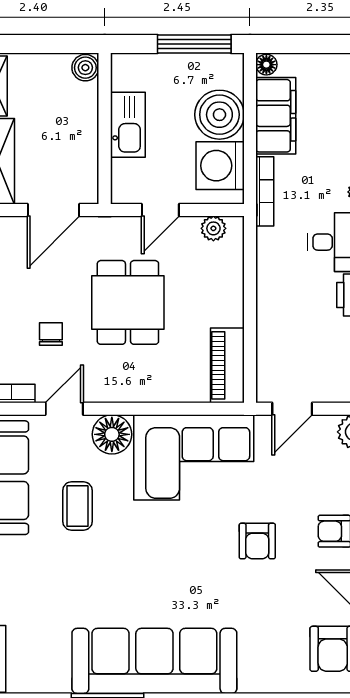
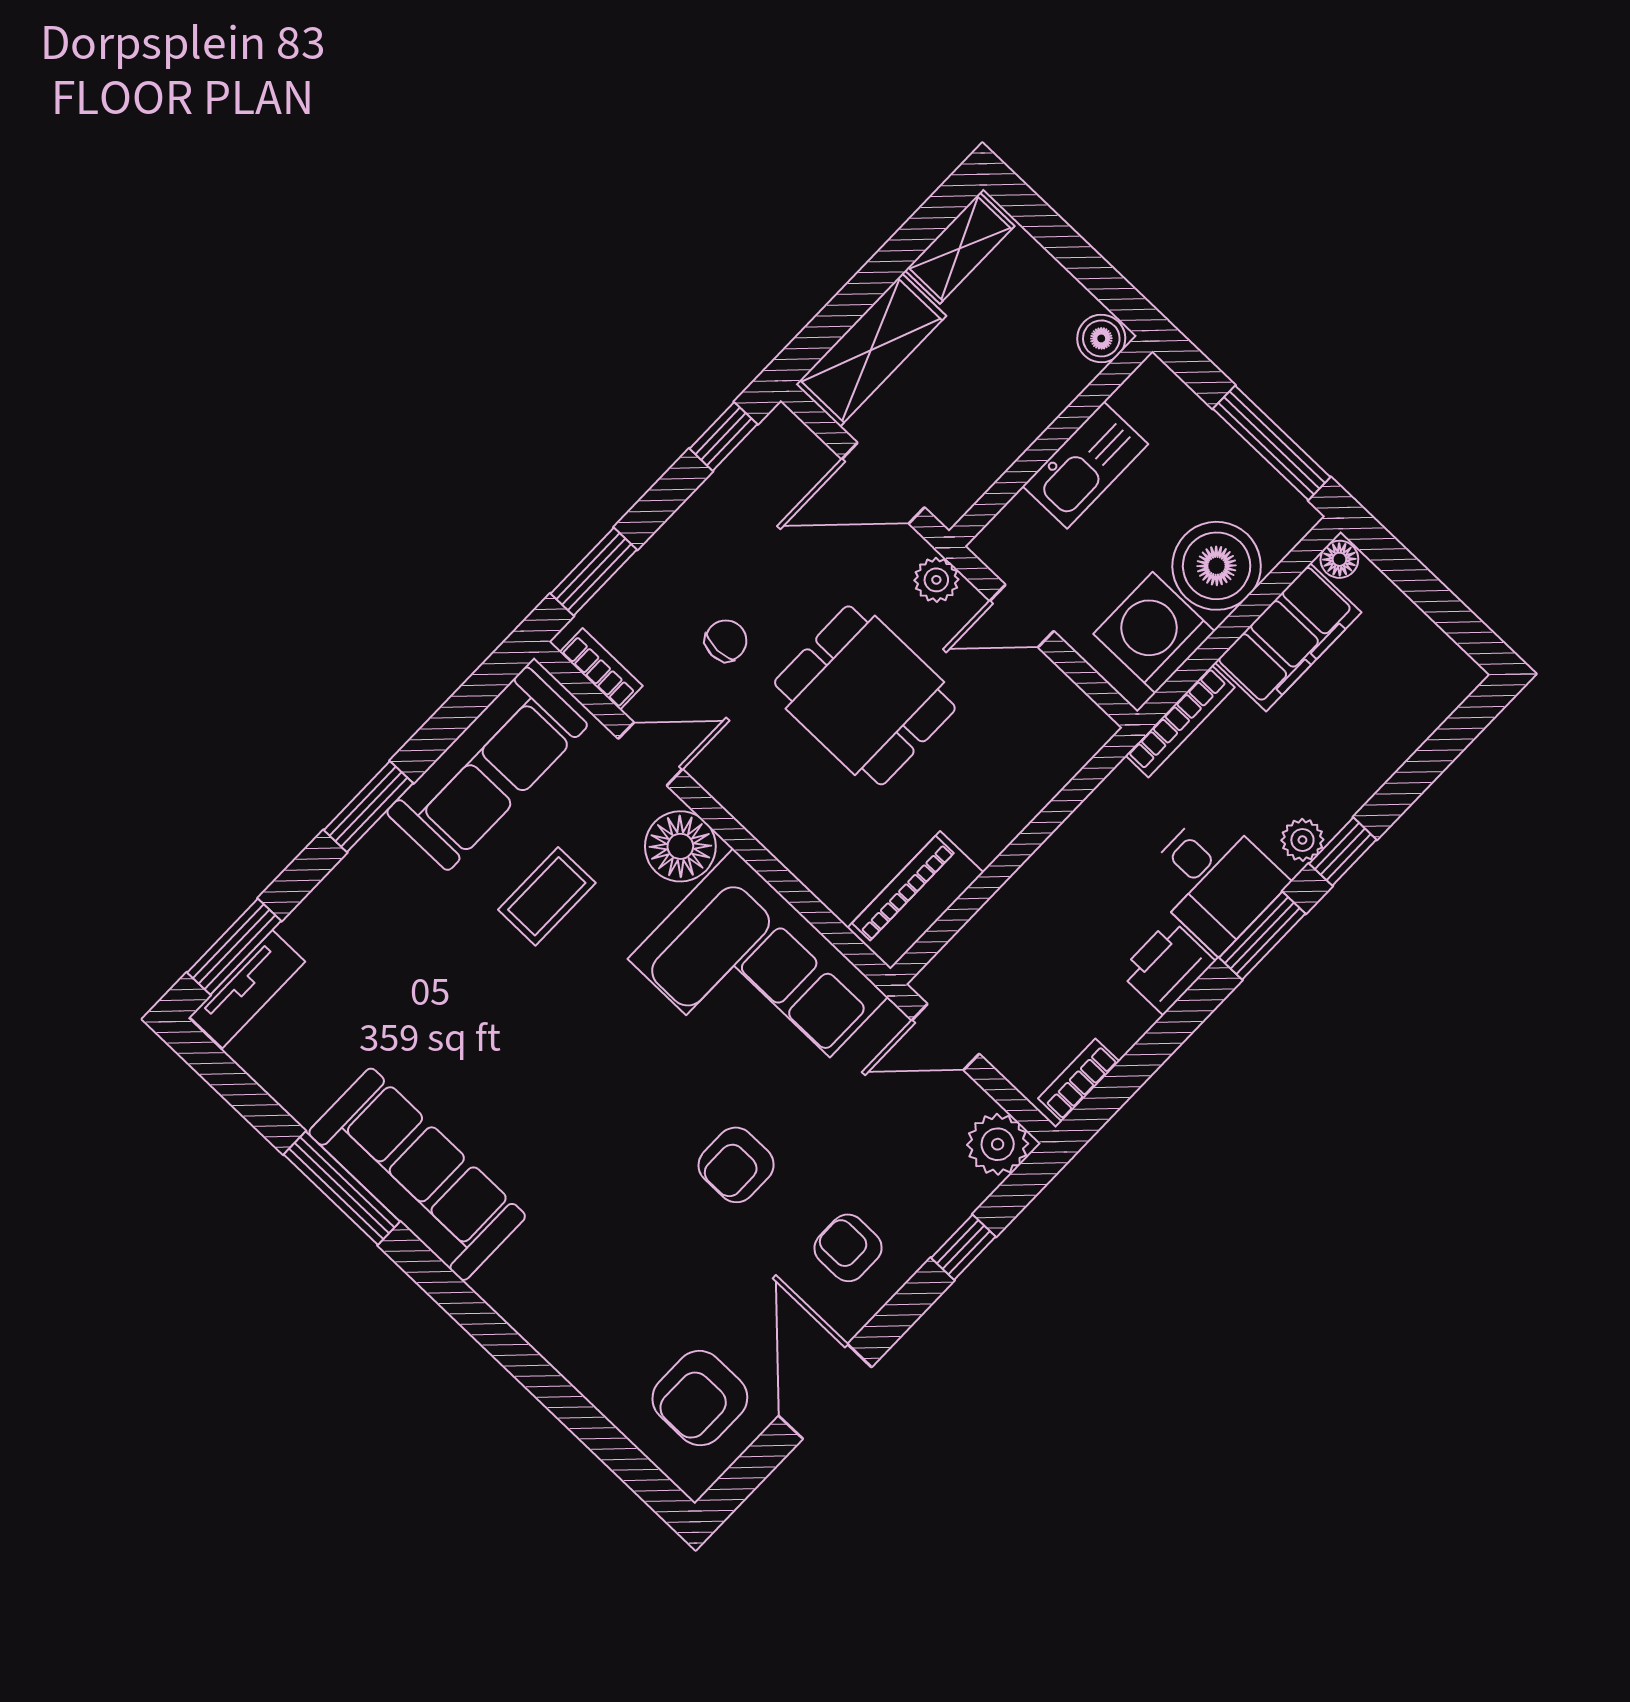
plant: (213, 228) -> (936, 580), moved
dining table: (128, 302) -> (865, 695), turned 90
sofa: (154, 661) -> (417, 1174), width x0.74, depth x0.79

